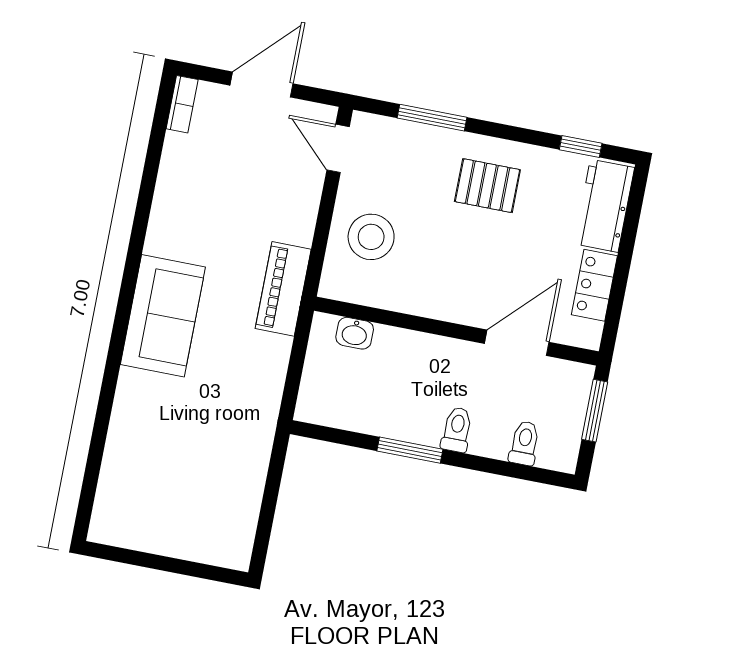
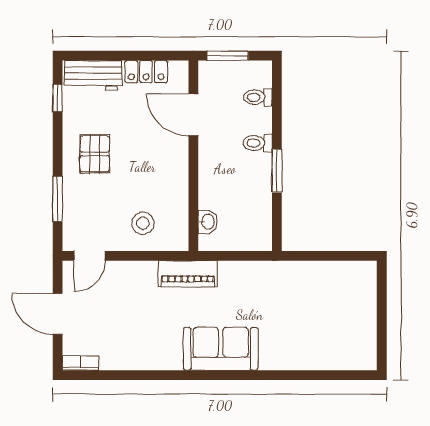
stool: (371, 237) -> (143, 223), width x0.73, depth x0.73

